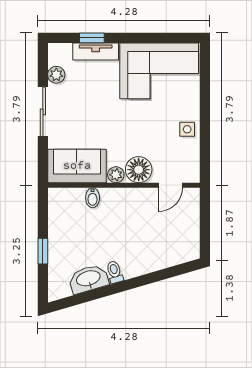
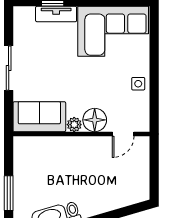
plant: (56, 75) -> (21, 35), removed
bidet: (93, 198) -> (53, 145), removed
window: (43, 251) -> (9, 193), width x1.50

